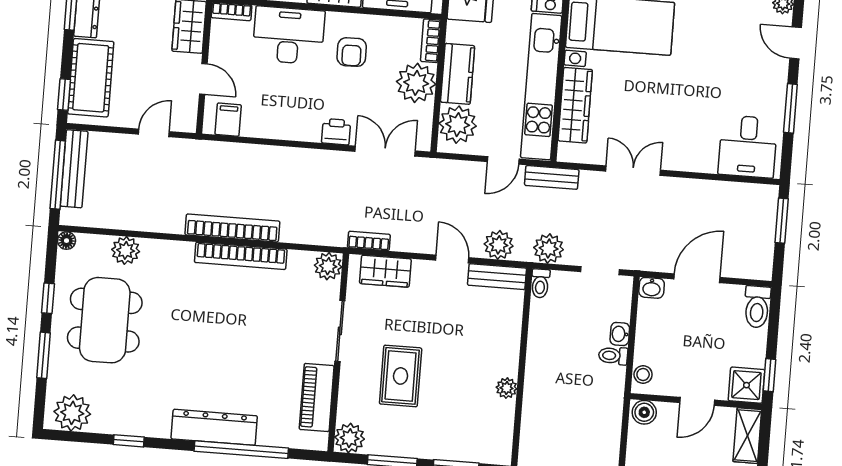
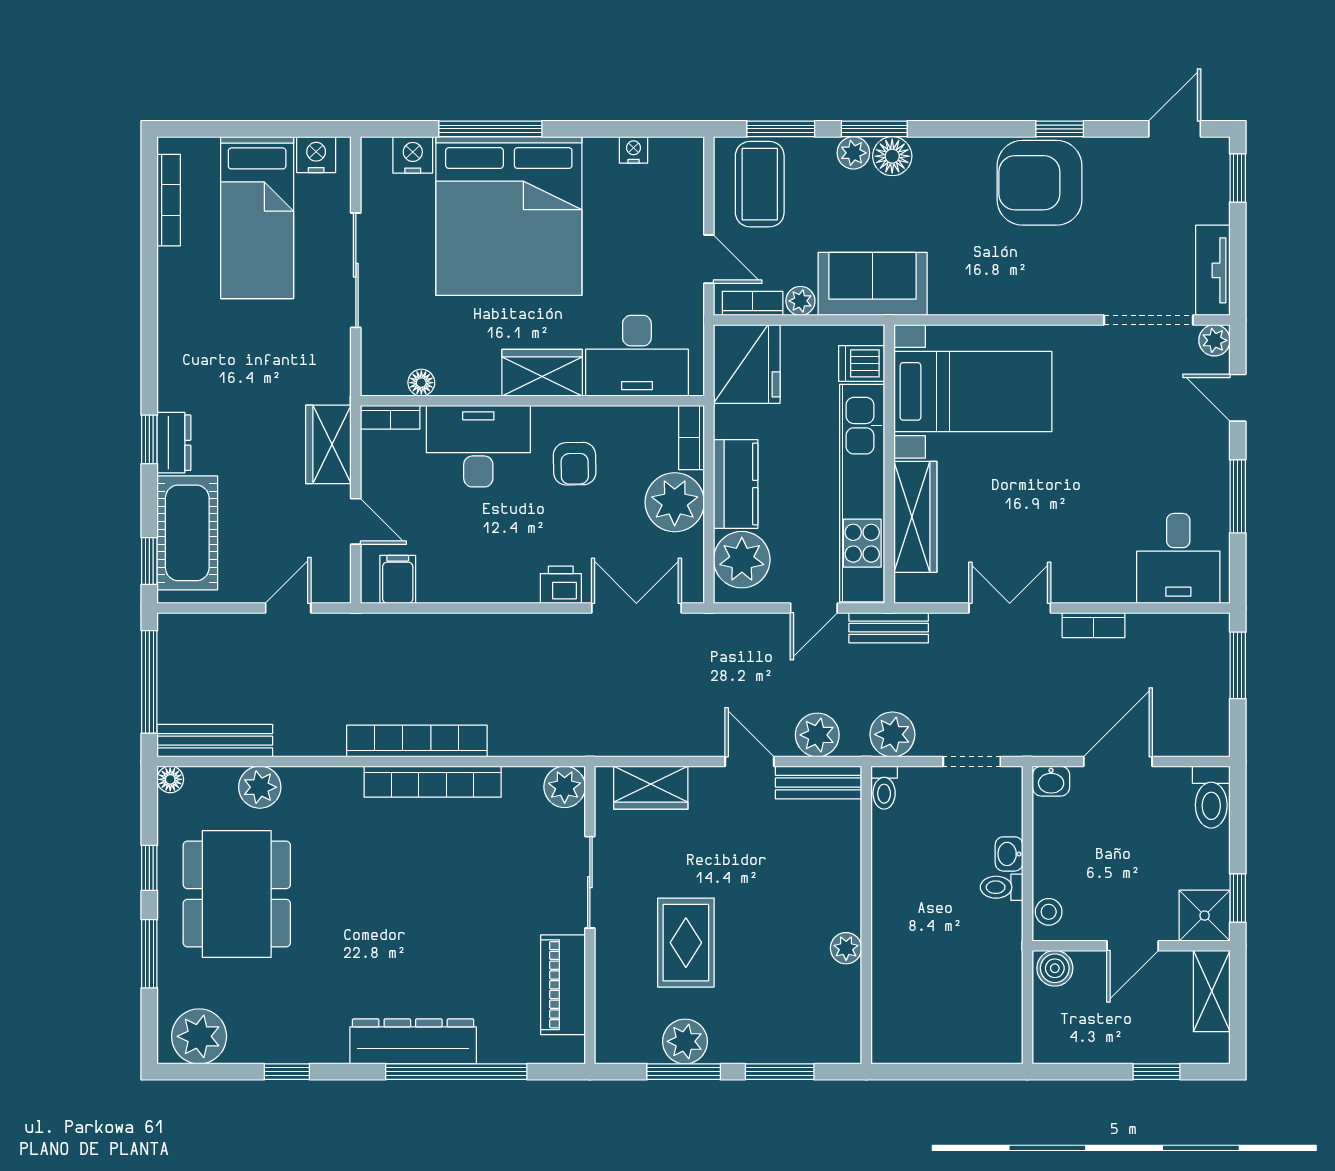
bench: (74, 169) -> (215, 741), moved, turned 90
bookcase: (369, 241) -> (1093, 625), moved, turned 180
plant: (350, 438) -> (685, 1041), moved

